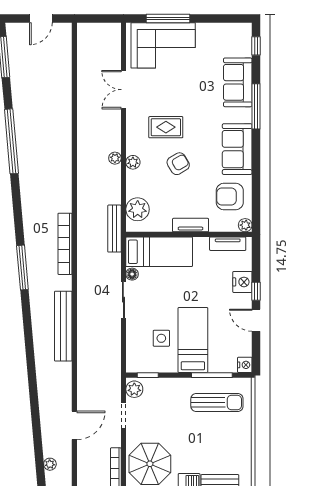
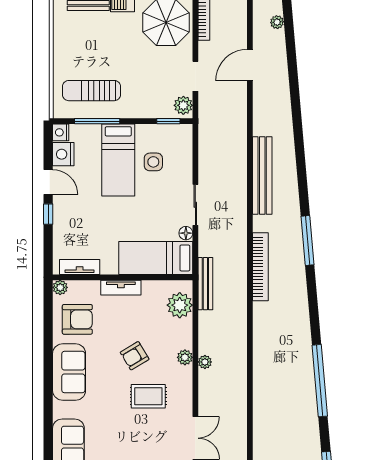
window: (256, 106) -> (48, 419), removed
nightstand: (242, 282) -> (63, 154), moved

